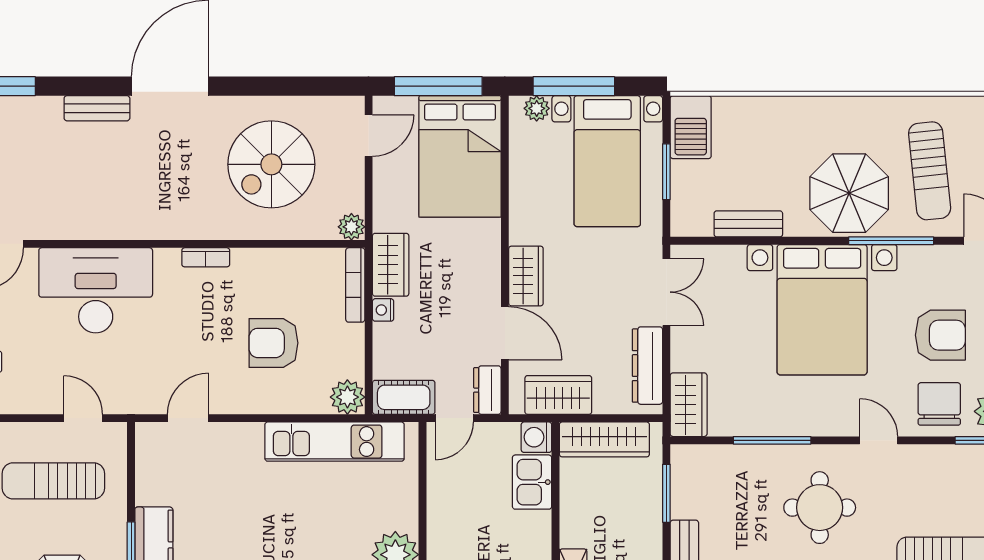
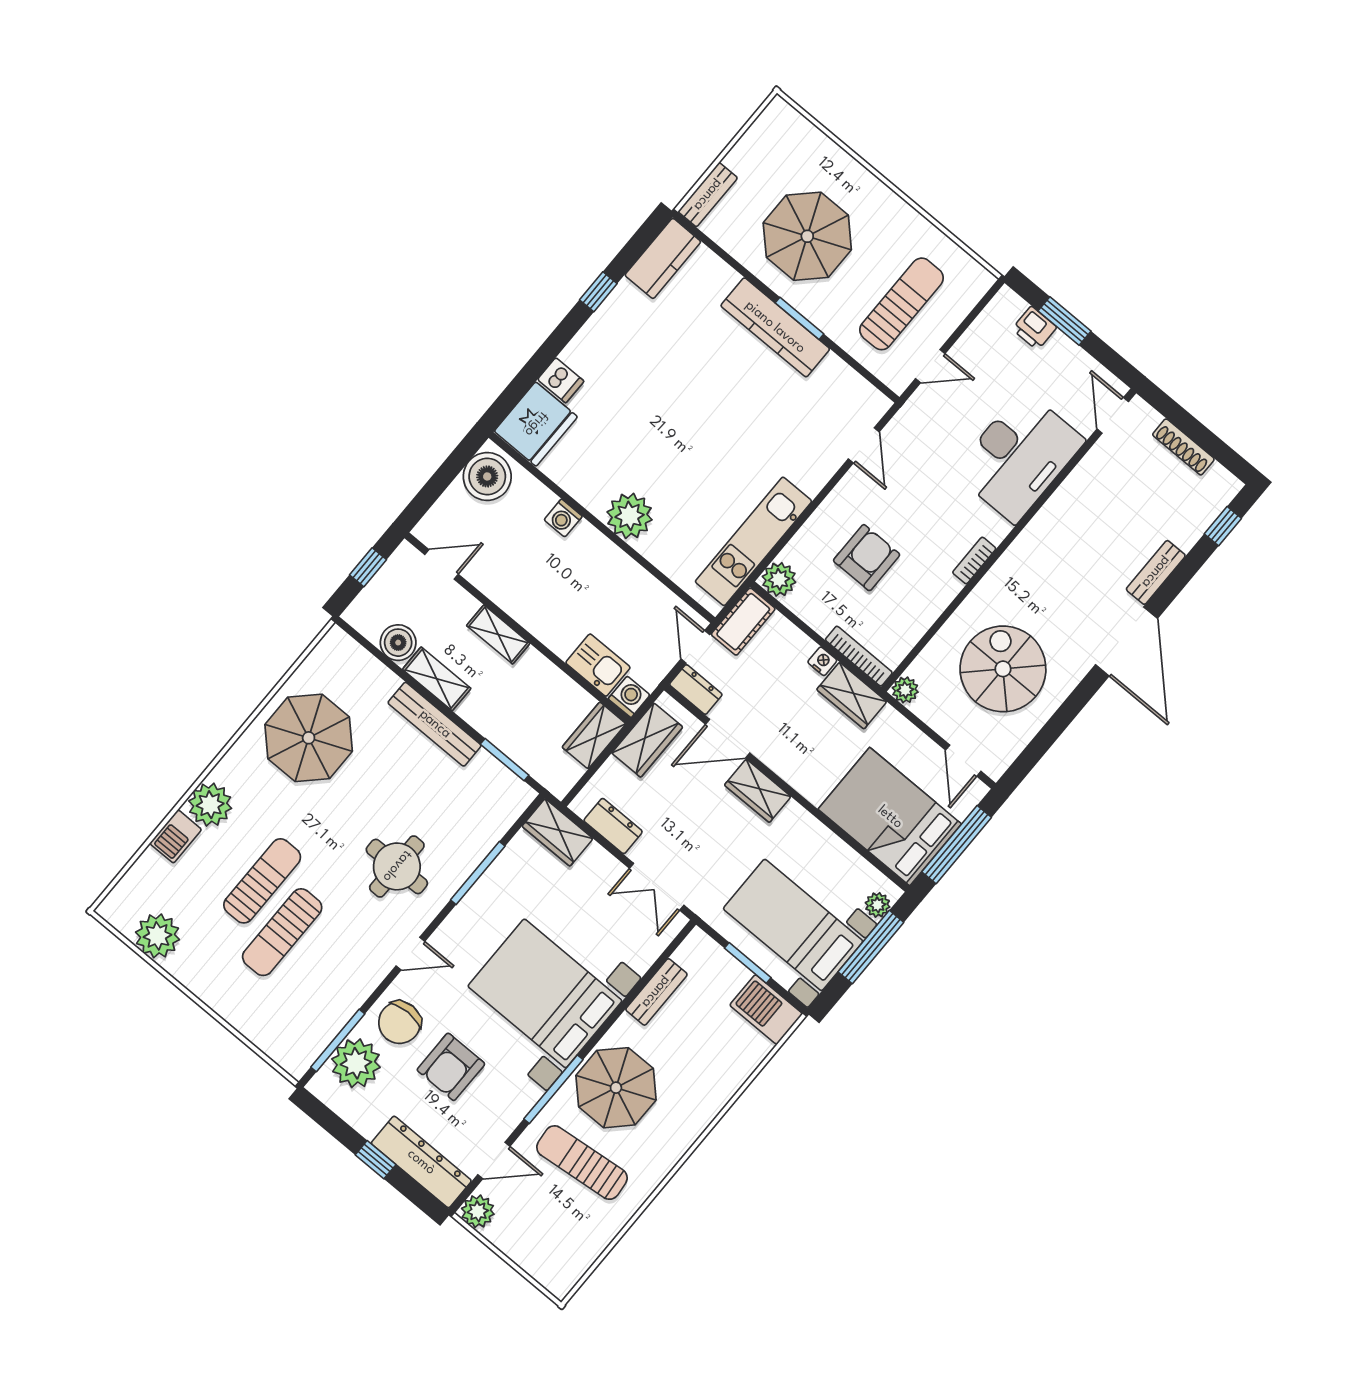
dresser: (647, 366) -> (613, 826), width x0.70
chair: (939, 404) -> (400, 1022), turned 90
wardrobe: (604, 439) -> (594, 735), width x0.67

